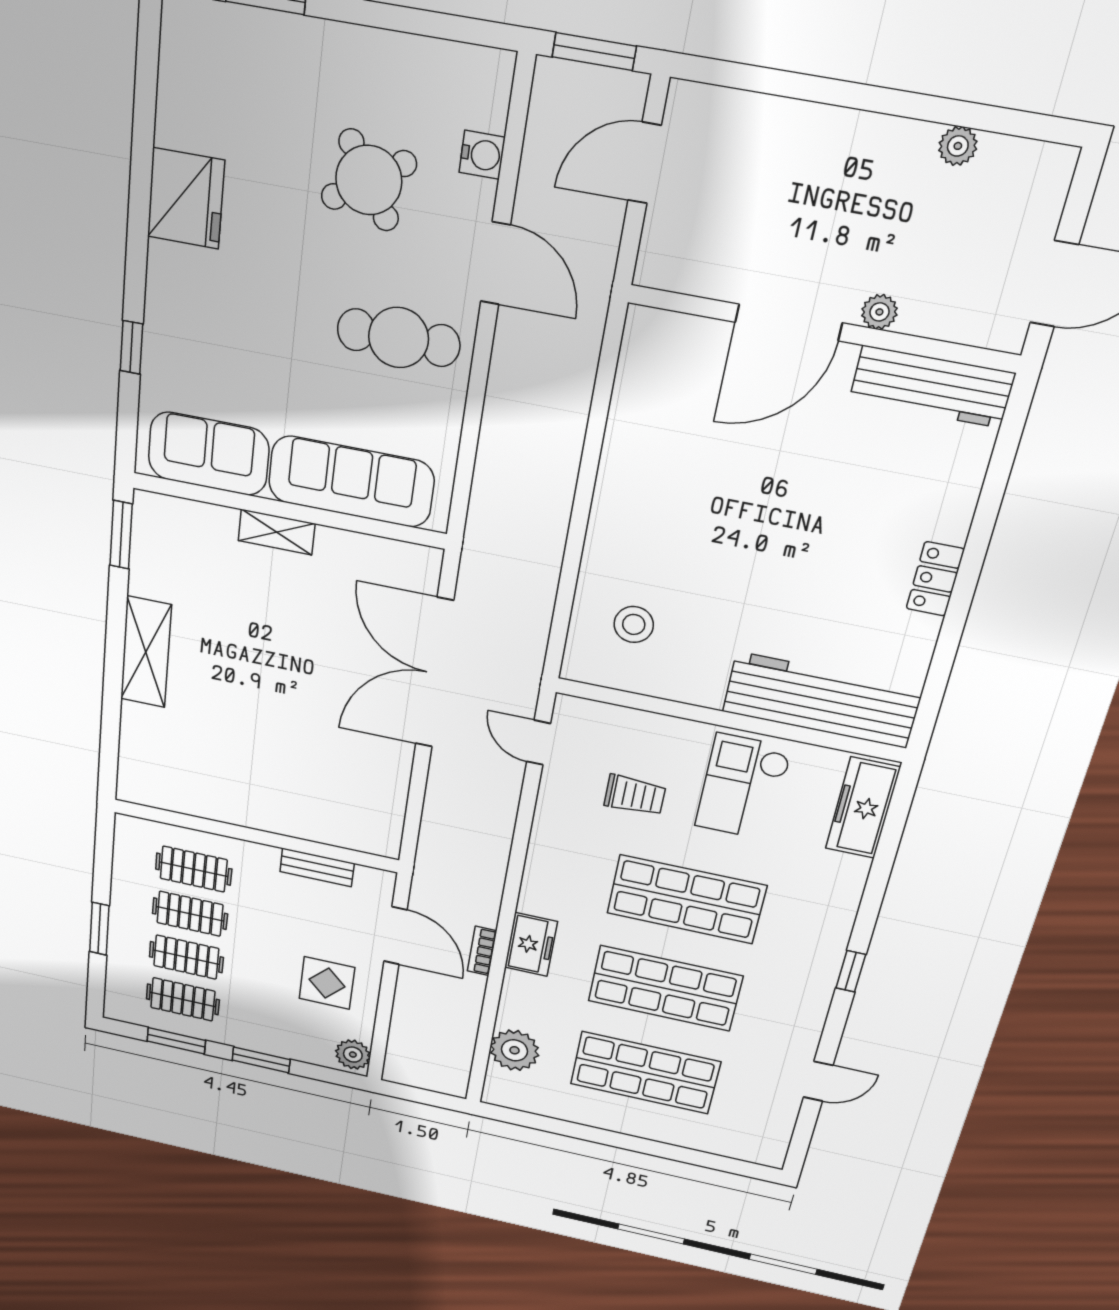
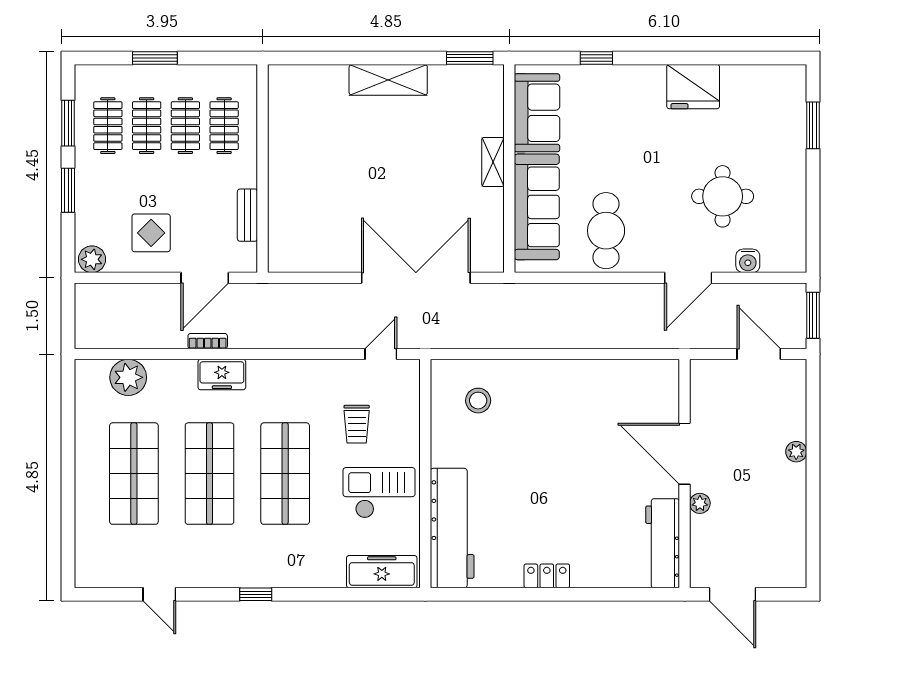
plant: (958, 146) -> (796, 452), moved
round table: (369, 180) -> (723, 196), turned 33
cafe table: (399, 338) -> (606, 231), moved

